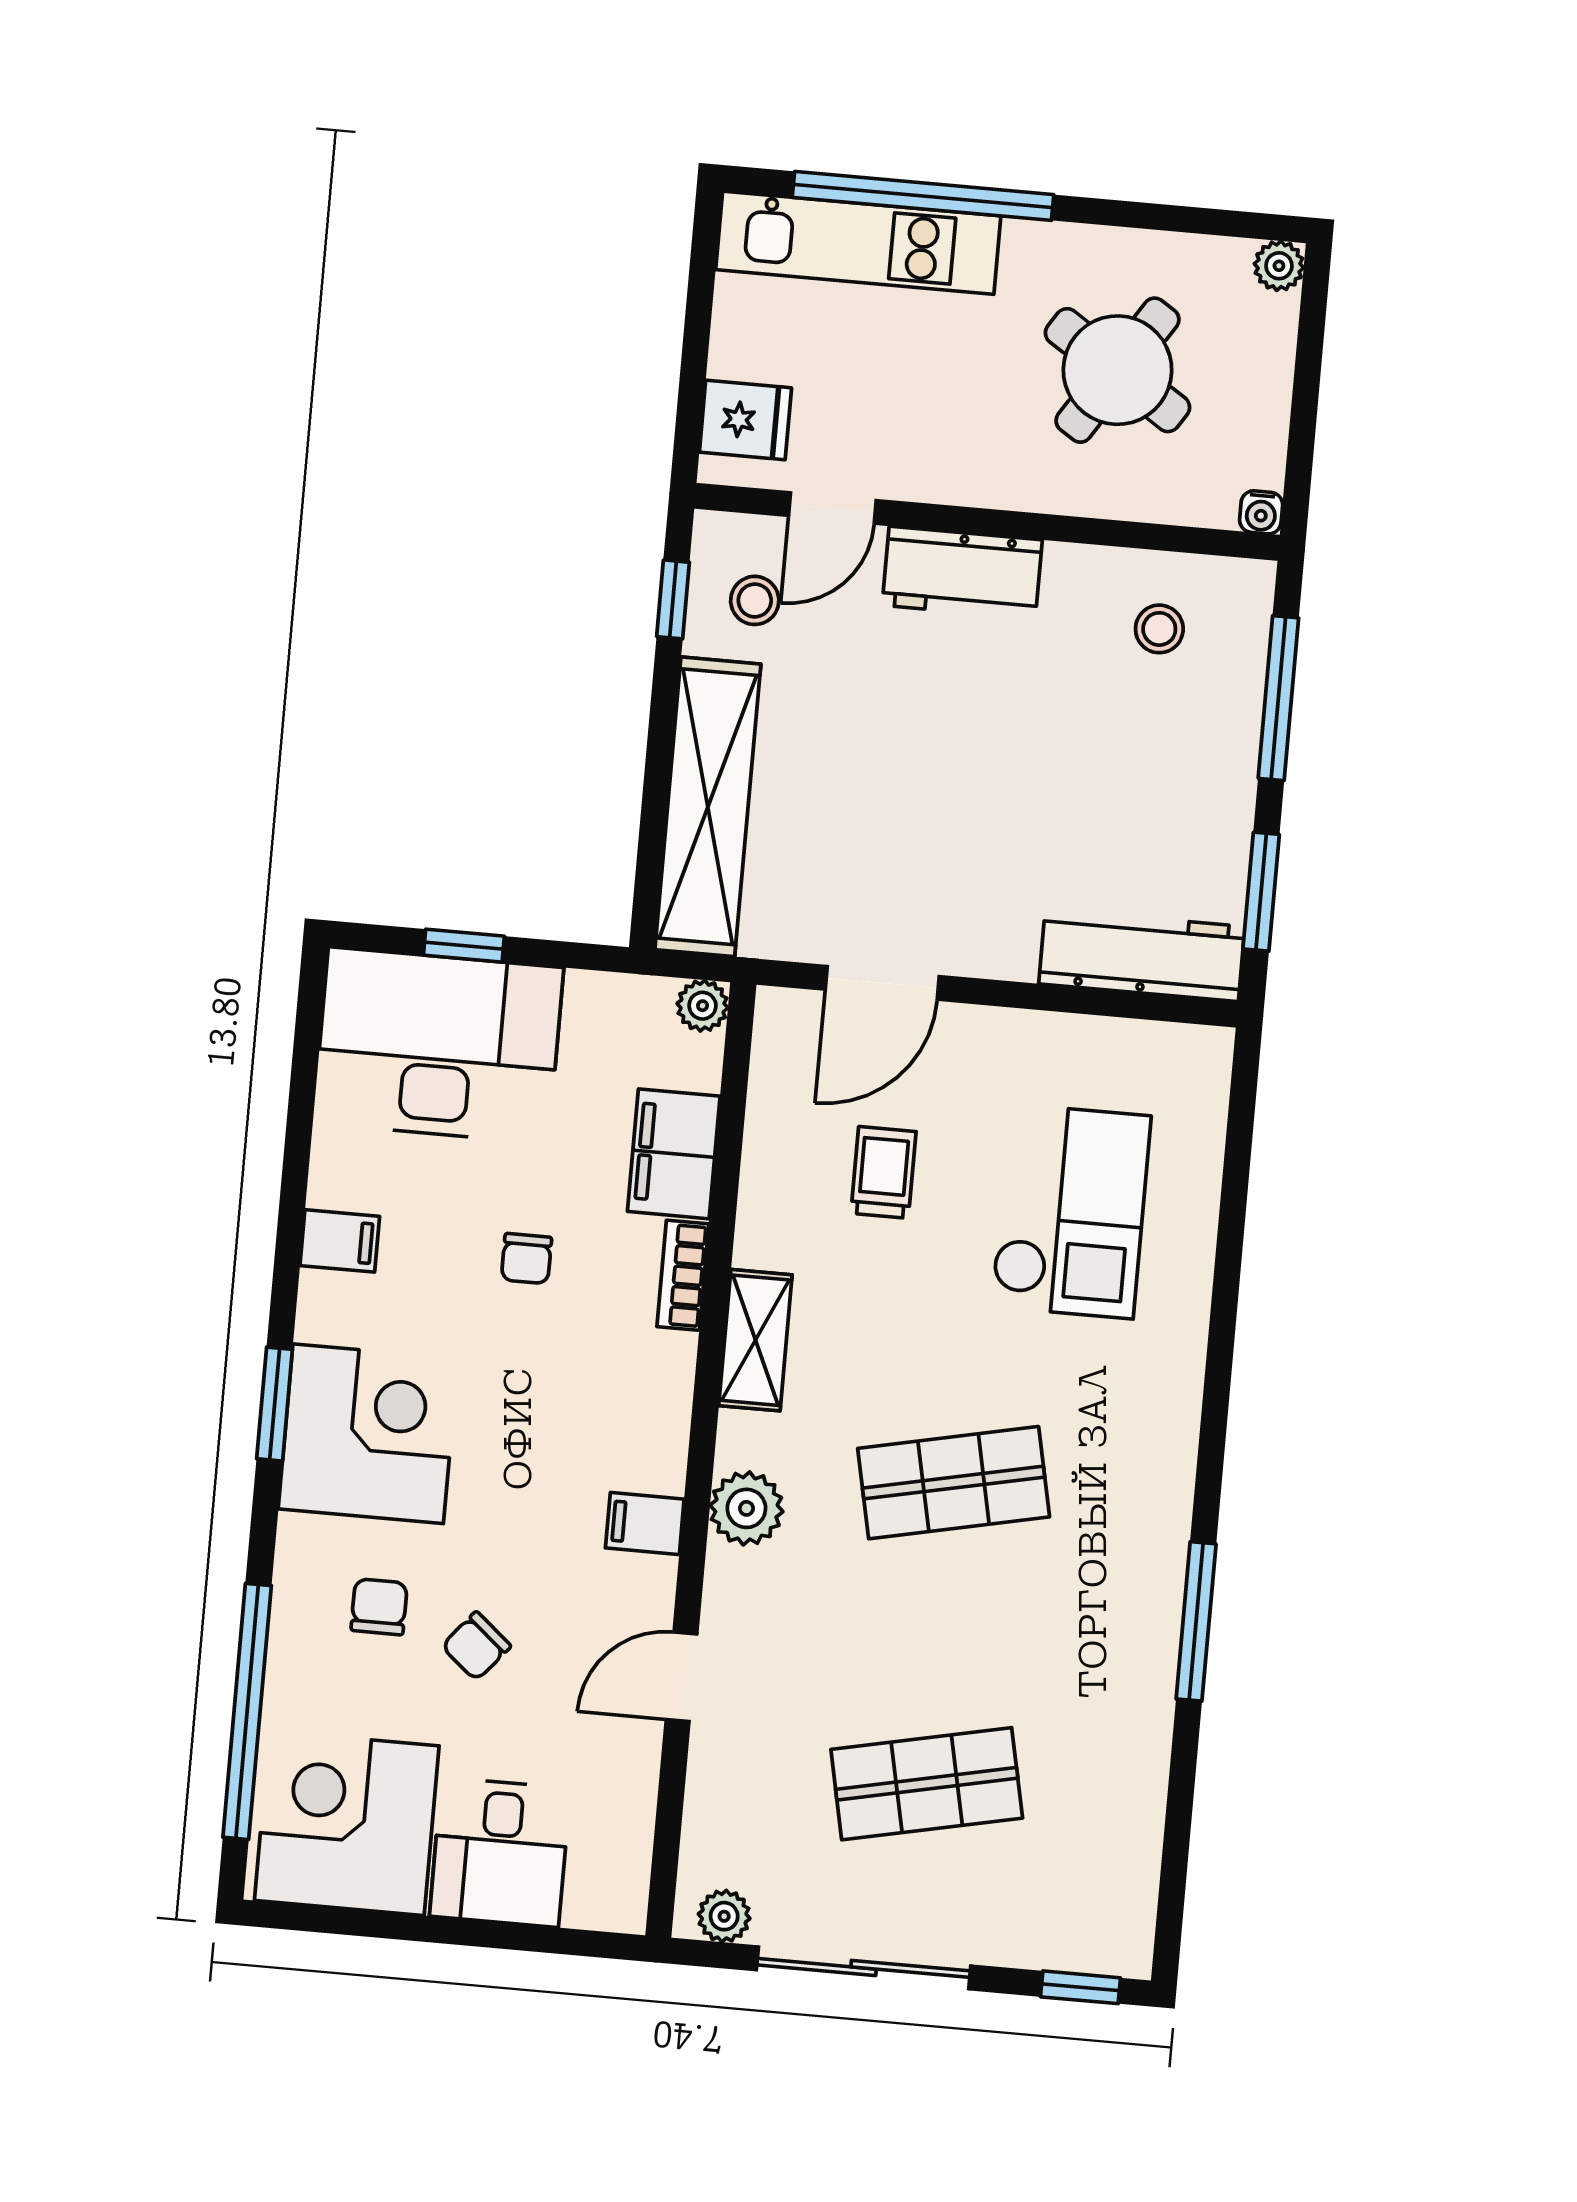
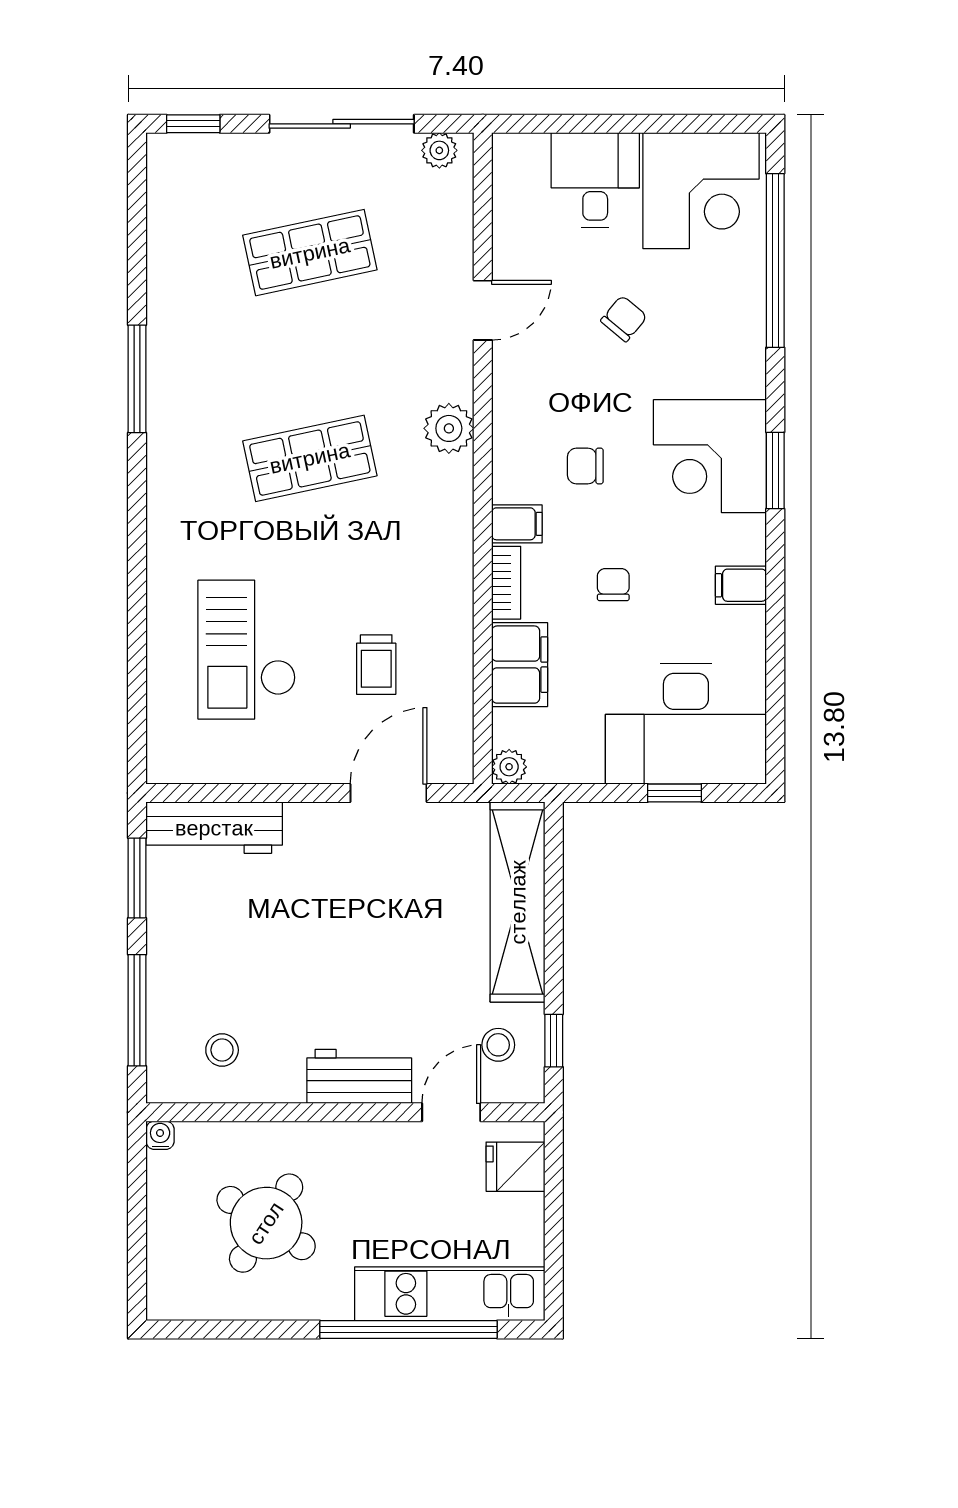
plant: (1279, 266) -> (163, 1304), removed
shelving: (755, 1340) -> (453, 543), removed
filing cabinet: (645, 1523) -> (517, 524), moved
chair: (379, 1607) -> (585, 466), moved, turned 90

